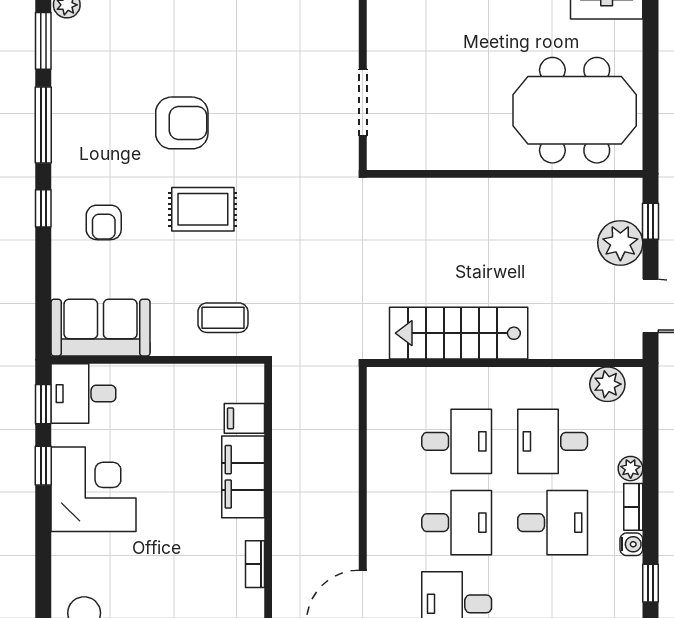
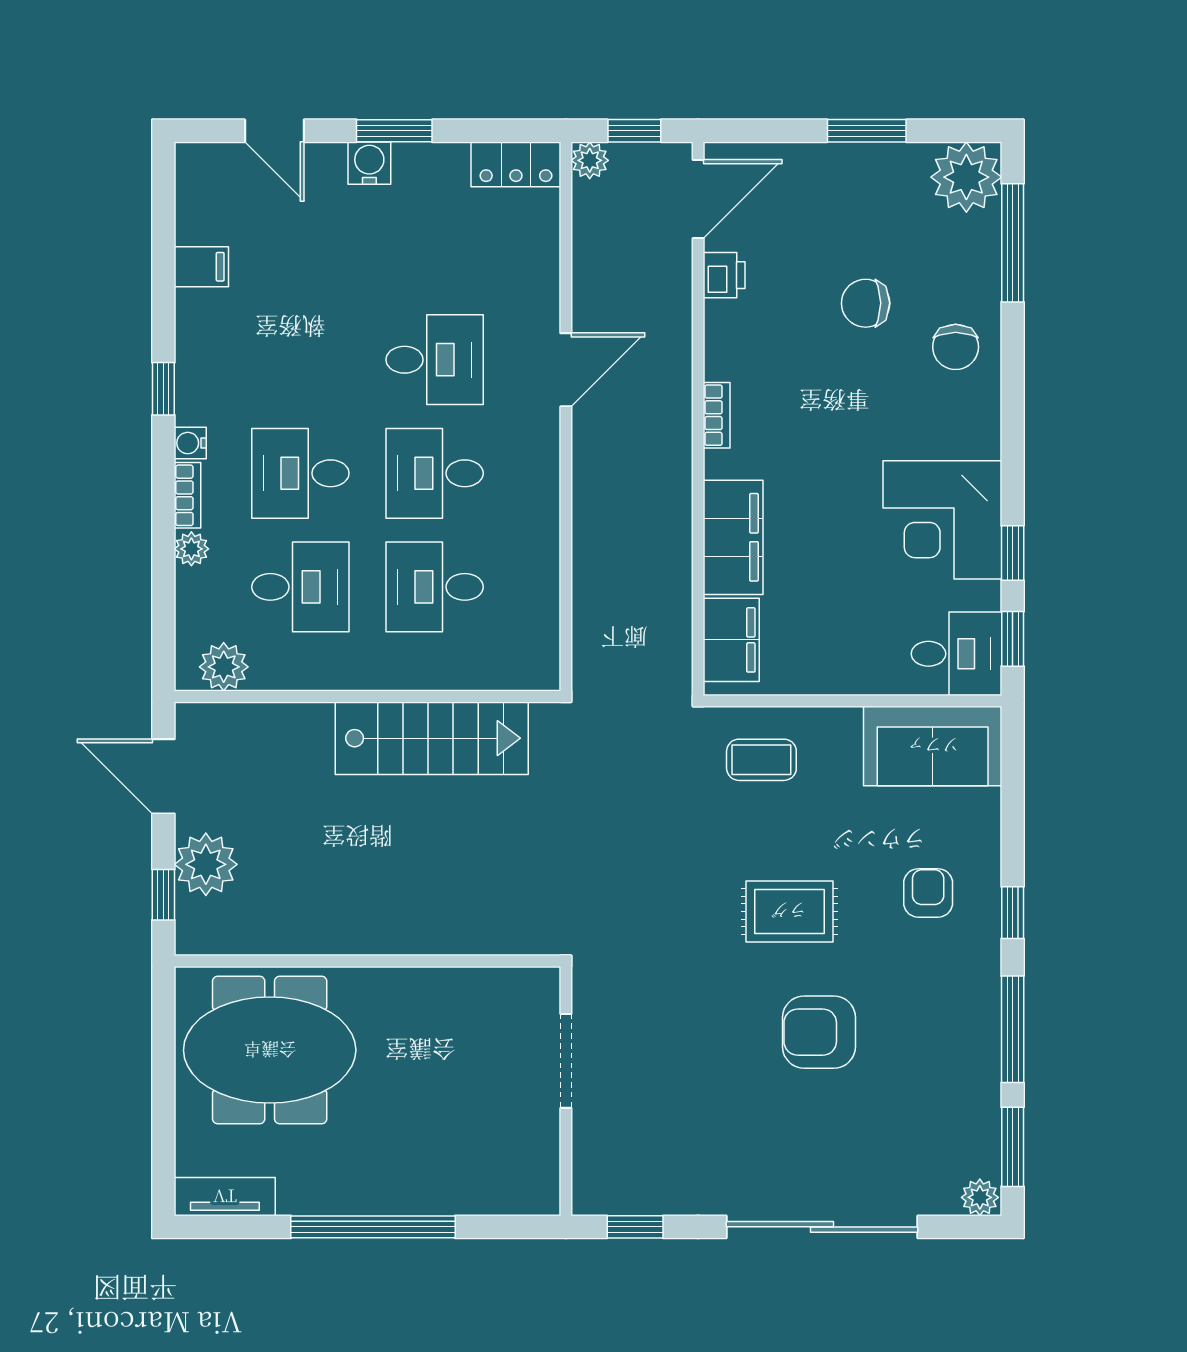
filing cabinet: (244, 418) -> (731, 640), width x2.00

